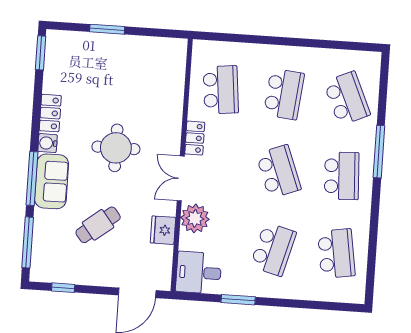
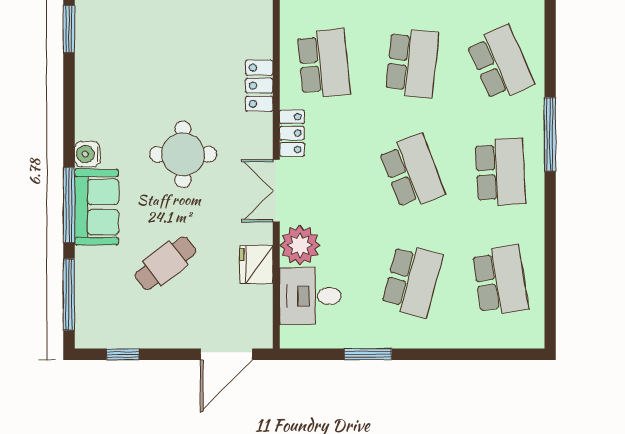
locker: (50, 113) -> (259, 86), moved, turned 180
desk: (199, 273) -> (310, 296), moved

